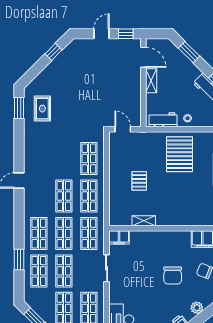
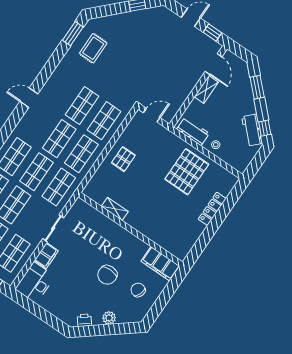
door: (123, 129) -> (152, 115), hinge flipped
shop shelf: (64, 159) -> (82, 105), added
pallet: (139, 181) -> (123, 159), moved
filing cabinet: (119, 237) -> (46, 256), moved, turned -90

